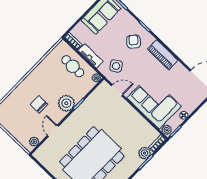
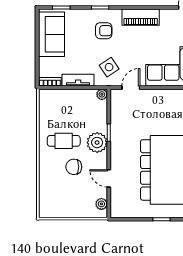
armchair: (134, 42) -> (104, 31), turned 139
cafe table: (73, 66) -> (64, 141), moved

